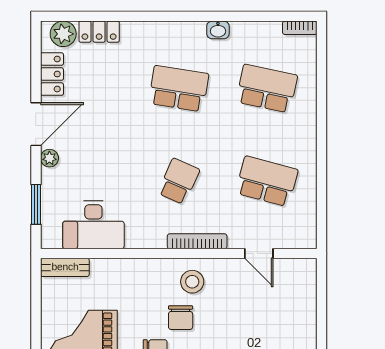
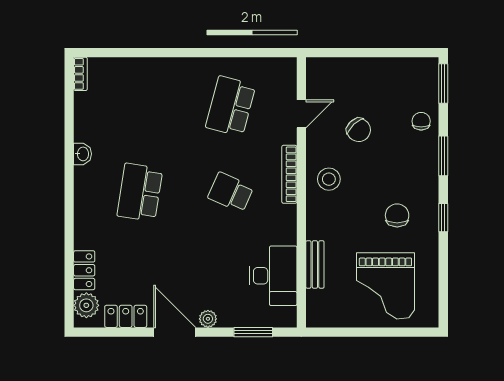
school desk: (267, 89) -> (140, 106), removed
bench: (65, 267) -> (315, 264), moved
chair: (181, 318) -> (359, 130), moved, turned 46

